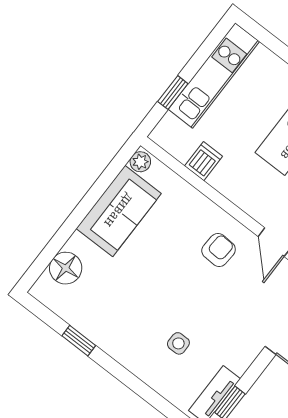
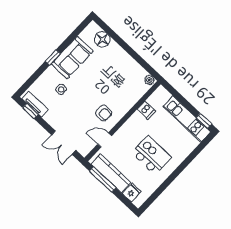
window: (173, 93) -> (204, 121), moved
sofa: (119, 211) -> (72, 58), moved, turned -90
window: (79, 341) -> (53, 57), moved

